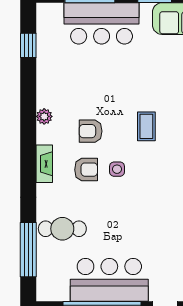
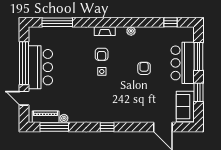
coffee table: (146, 126) -> (126, 88), removed
armchair: (91, 131) -> (144, 68), moved
cafe table: (62, 229) -> (69, 41), removed

